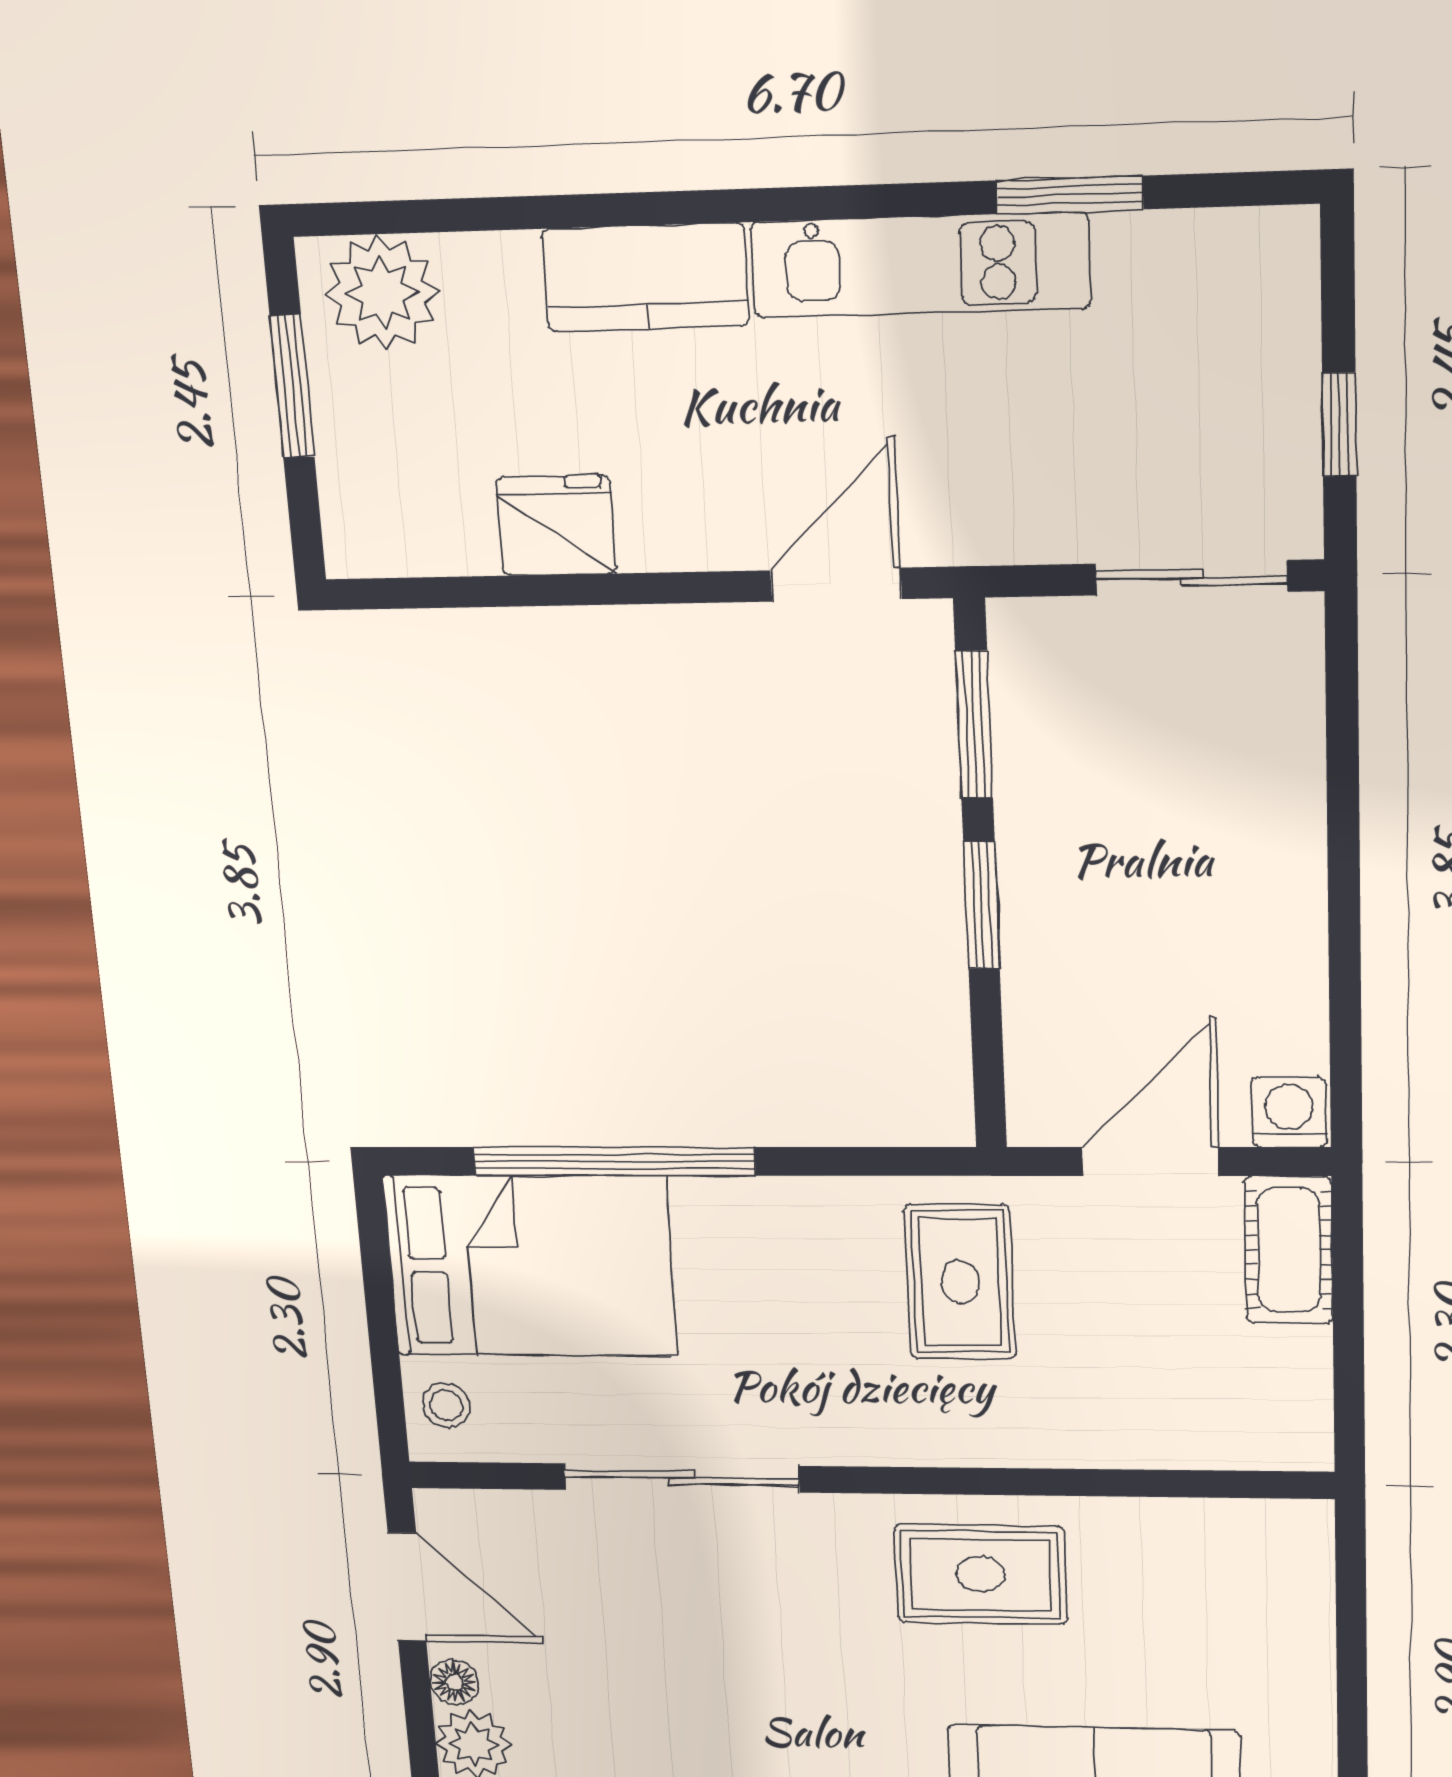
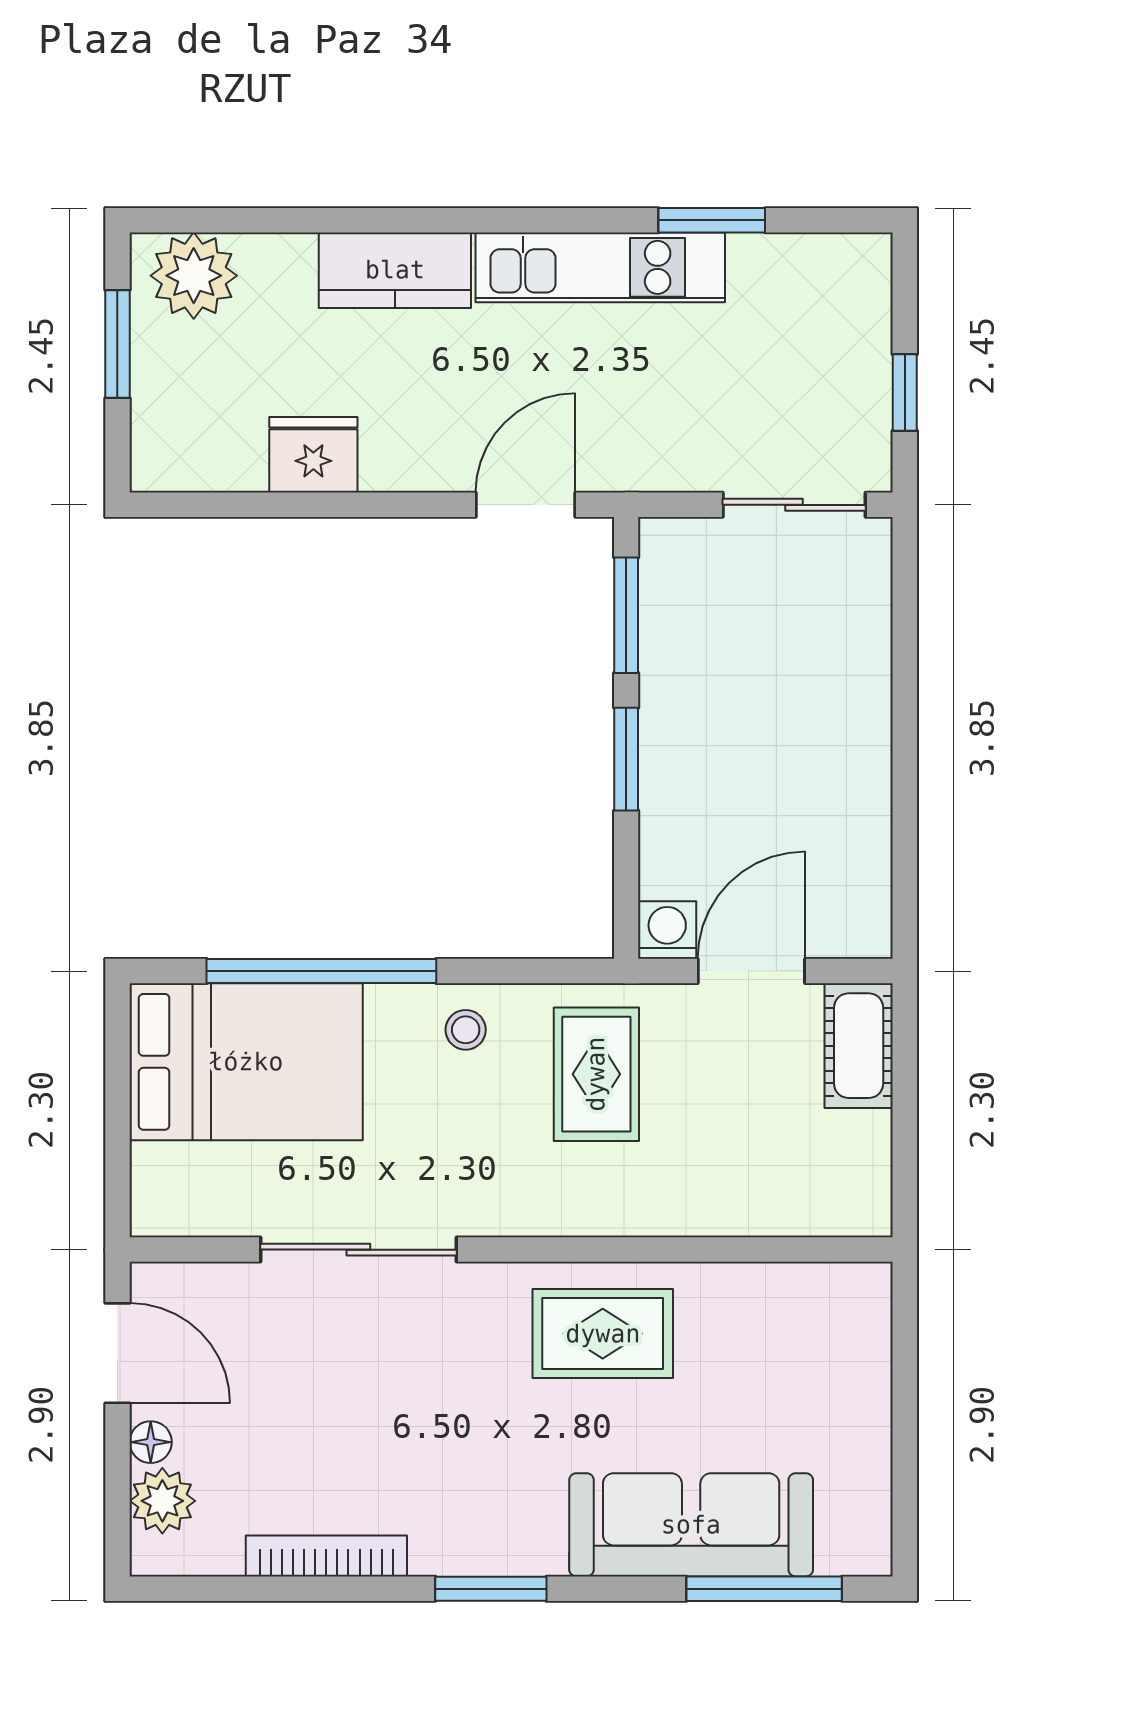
washing machine: (1289, 1112) -> (667, 930), moved
stool: (446, 1405) -> (466, 1030), moved

